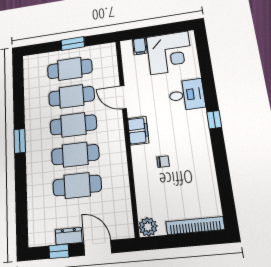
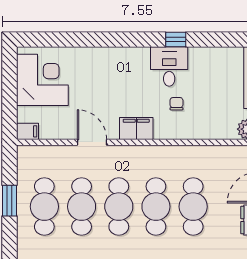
filing cabinet: (140, 46) -> (28, 131), moved
desk: (187, 95) -> (169, 66), moved
door: (123, 97) -> (92, 142), swing flipped
window: (214, 120) -> (176, 39), moved

